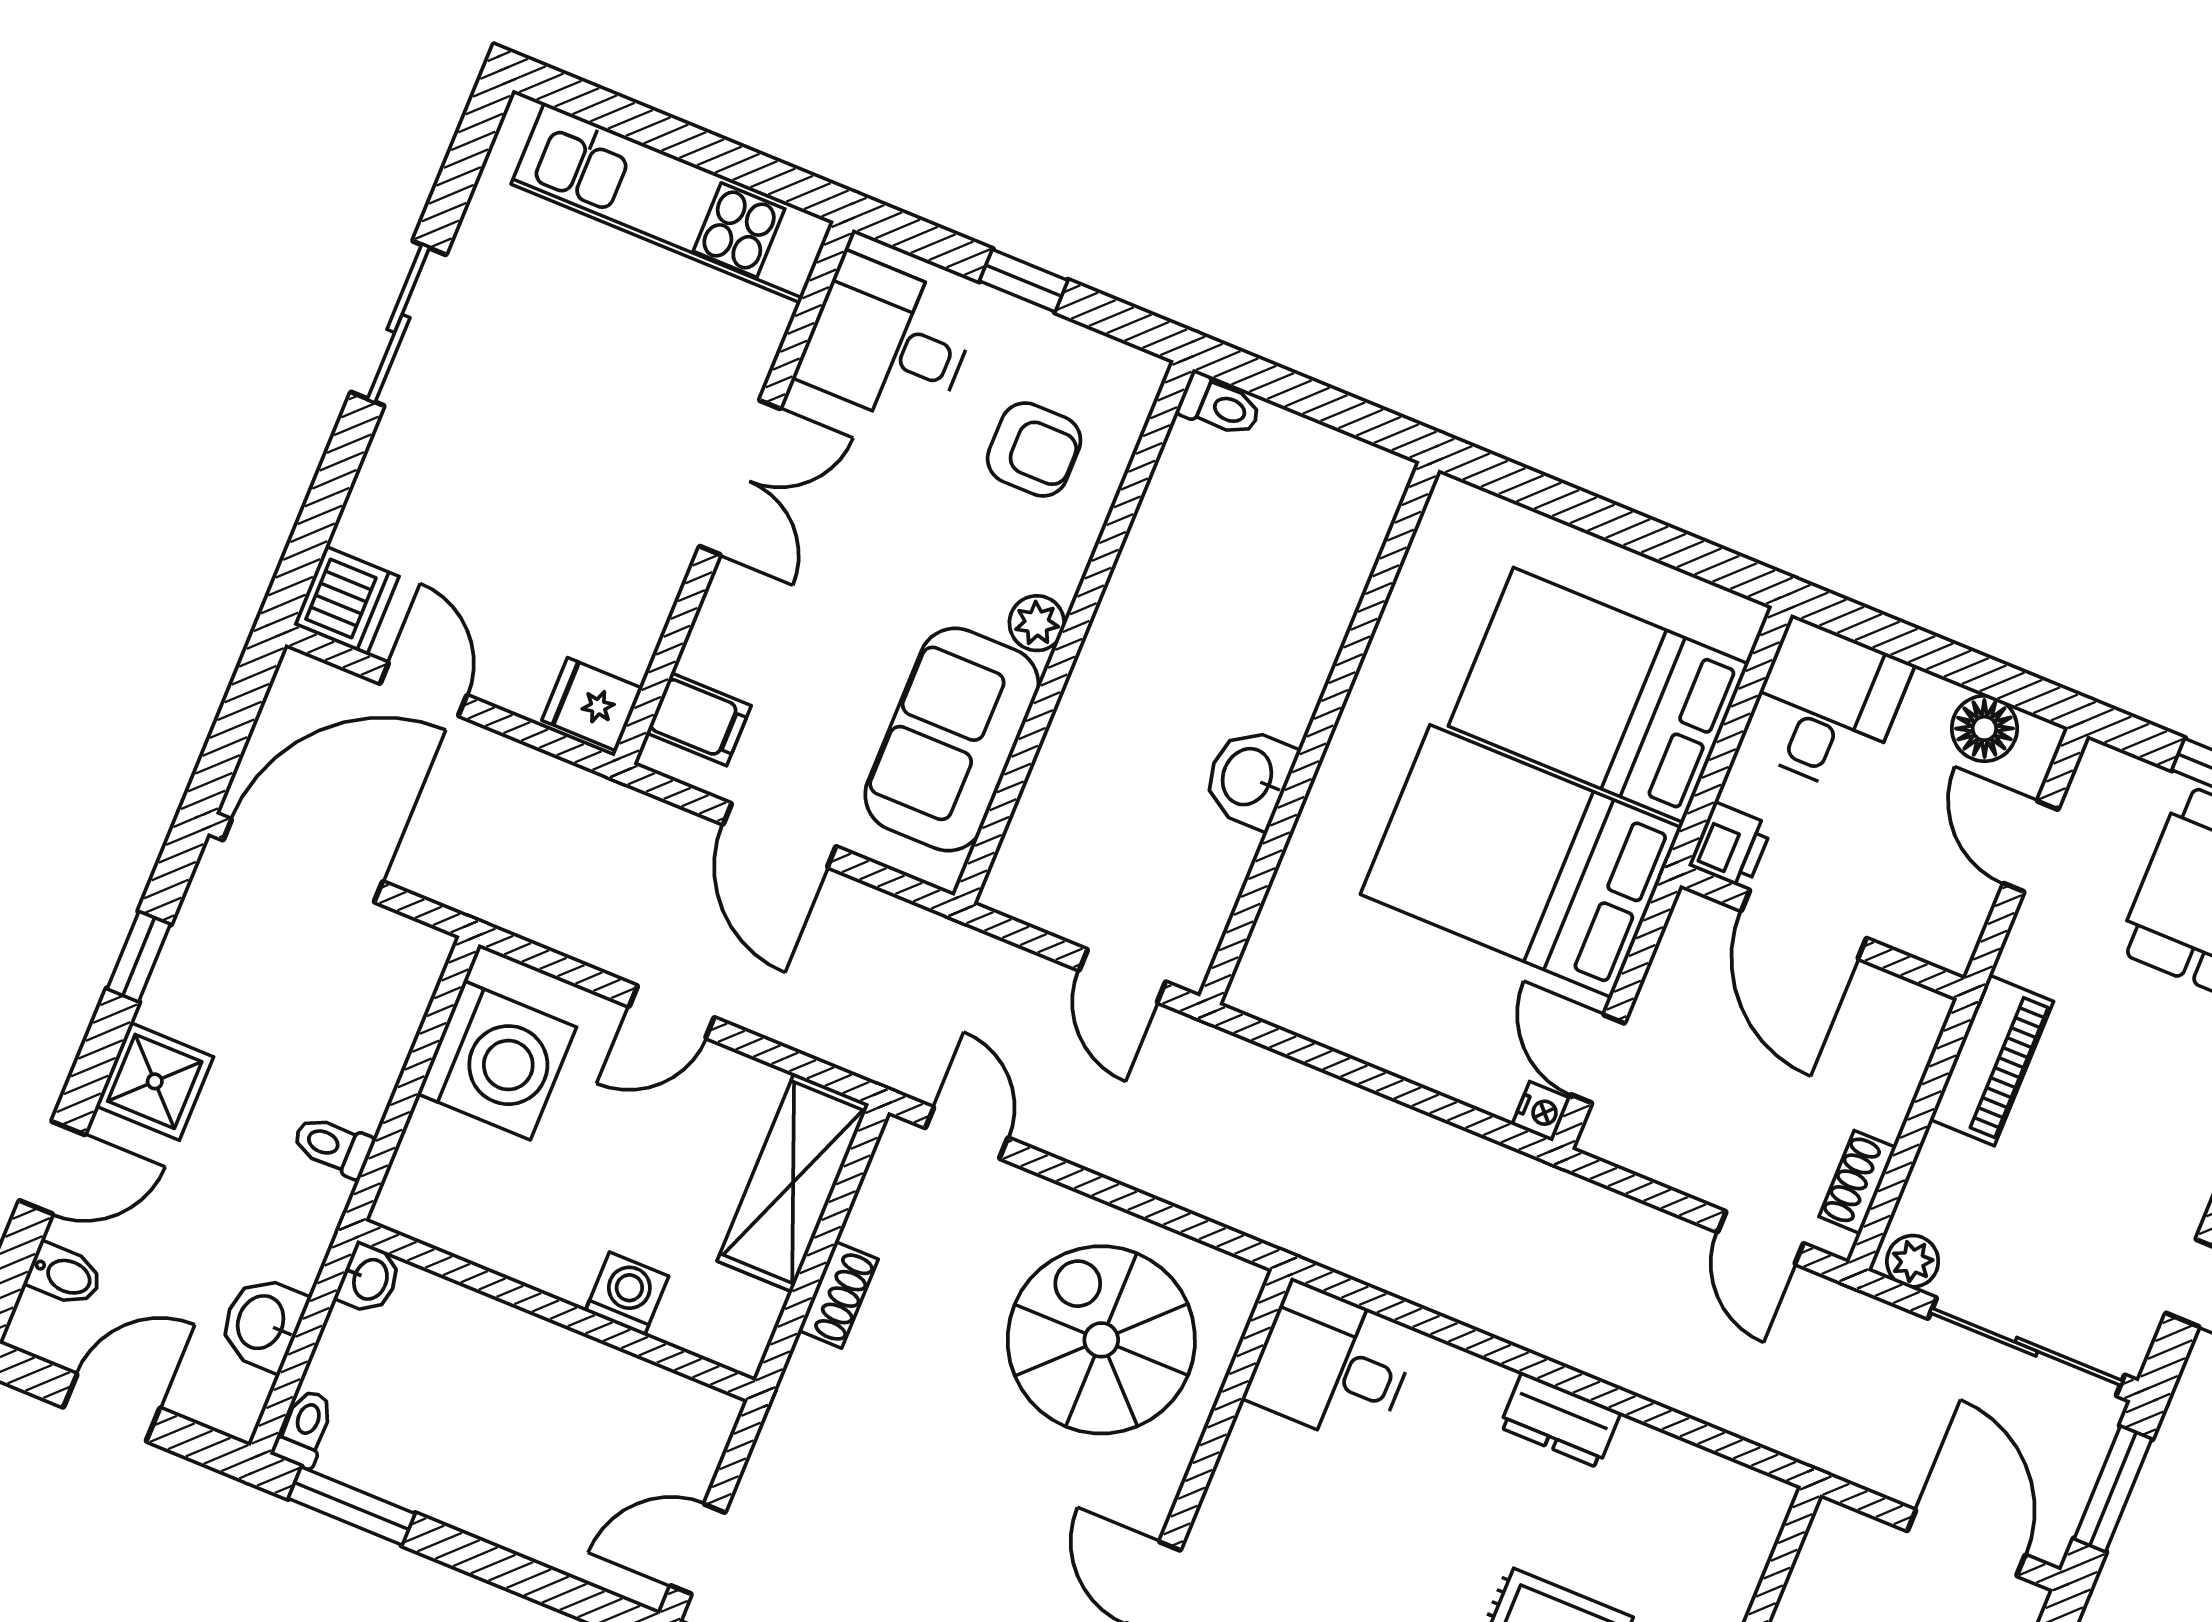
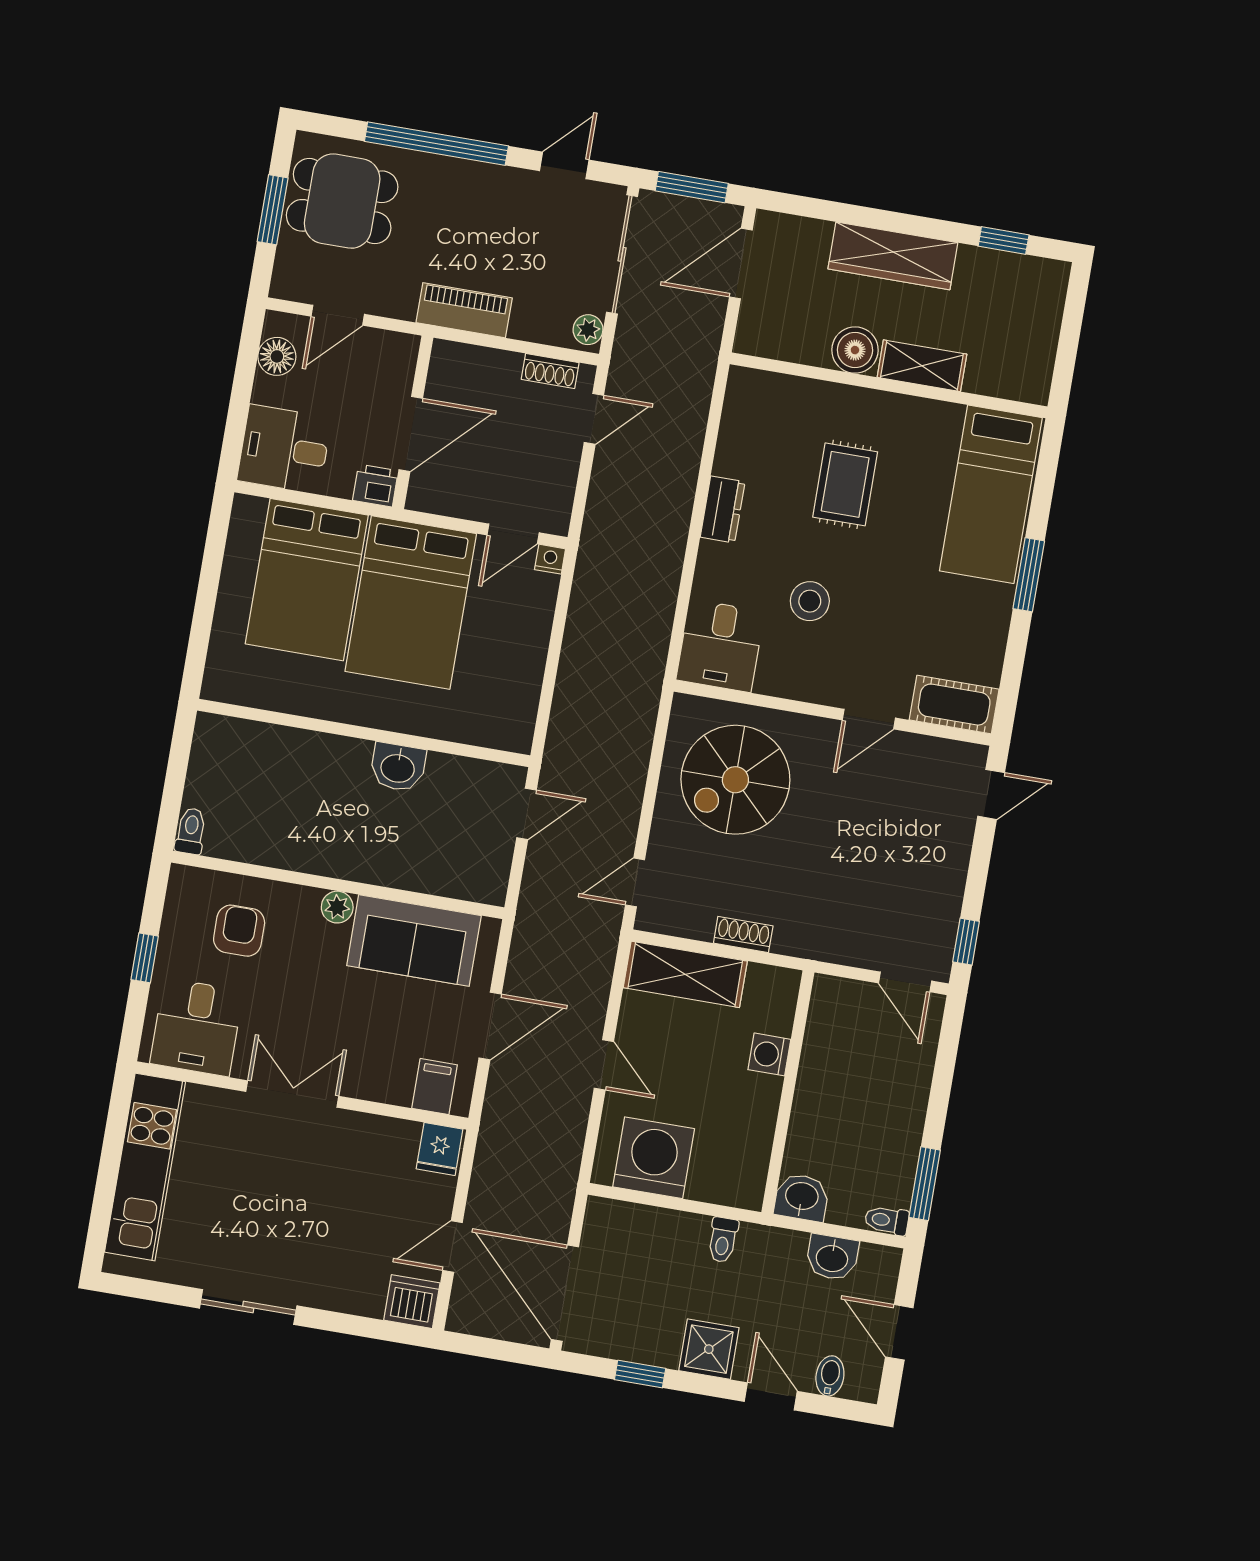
washbasin: (369, 1279) -> (802, 1197), width x1.38, depth x1.45
stool: (1373, 1532) -> (810, 601), added

